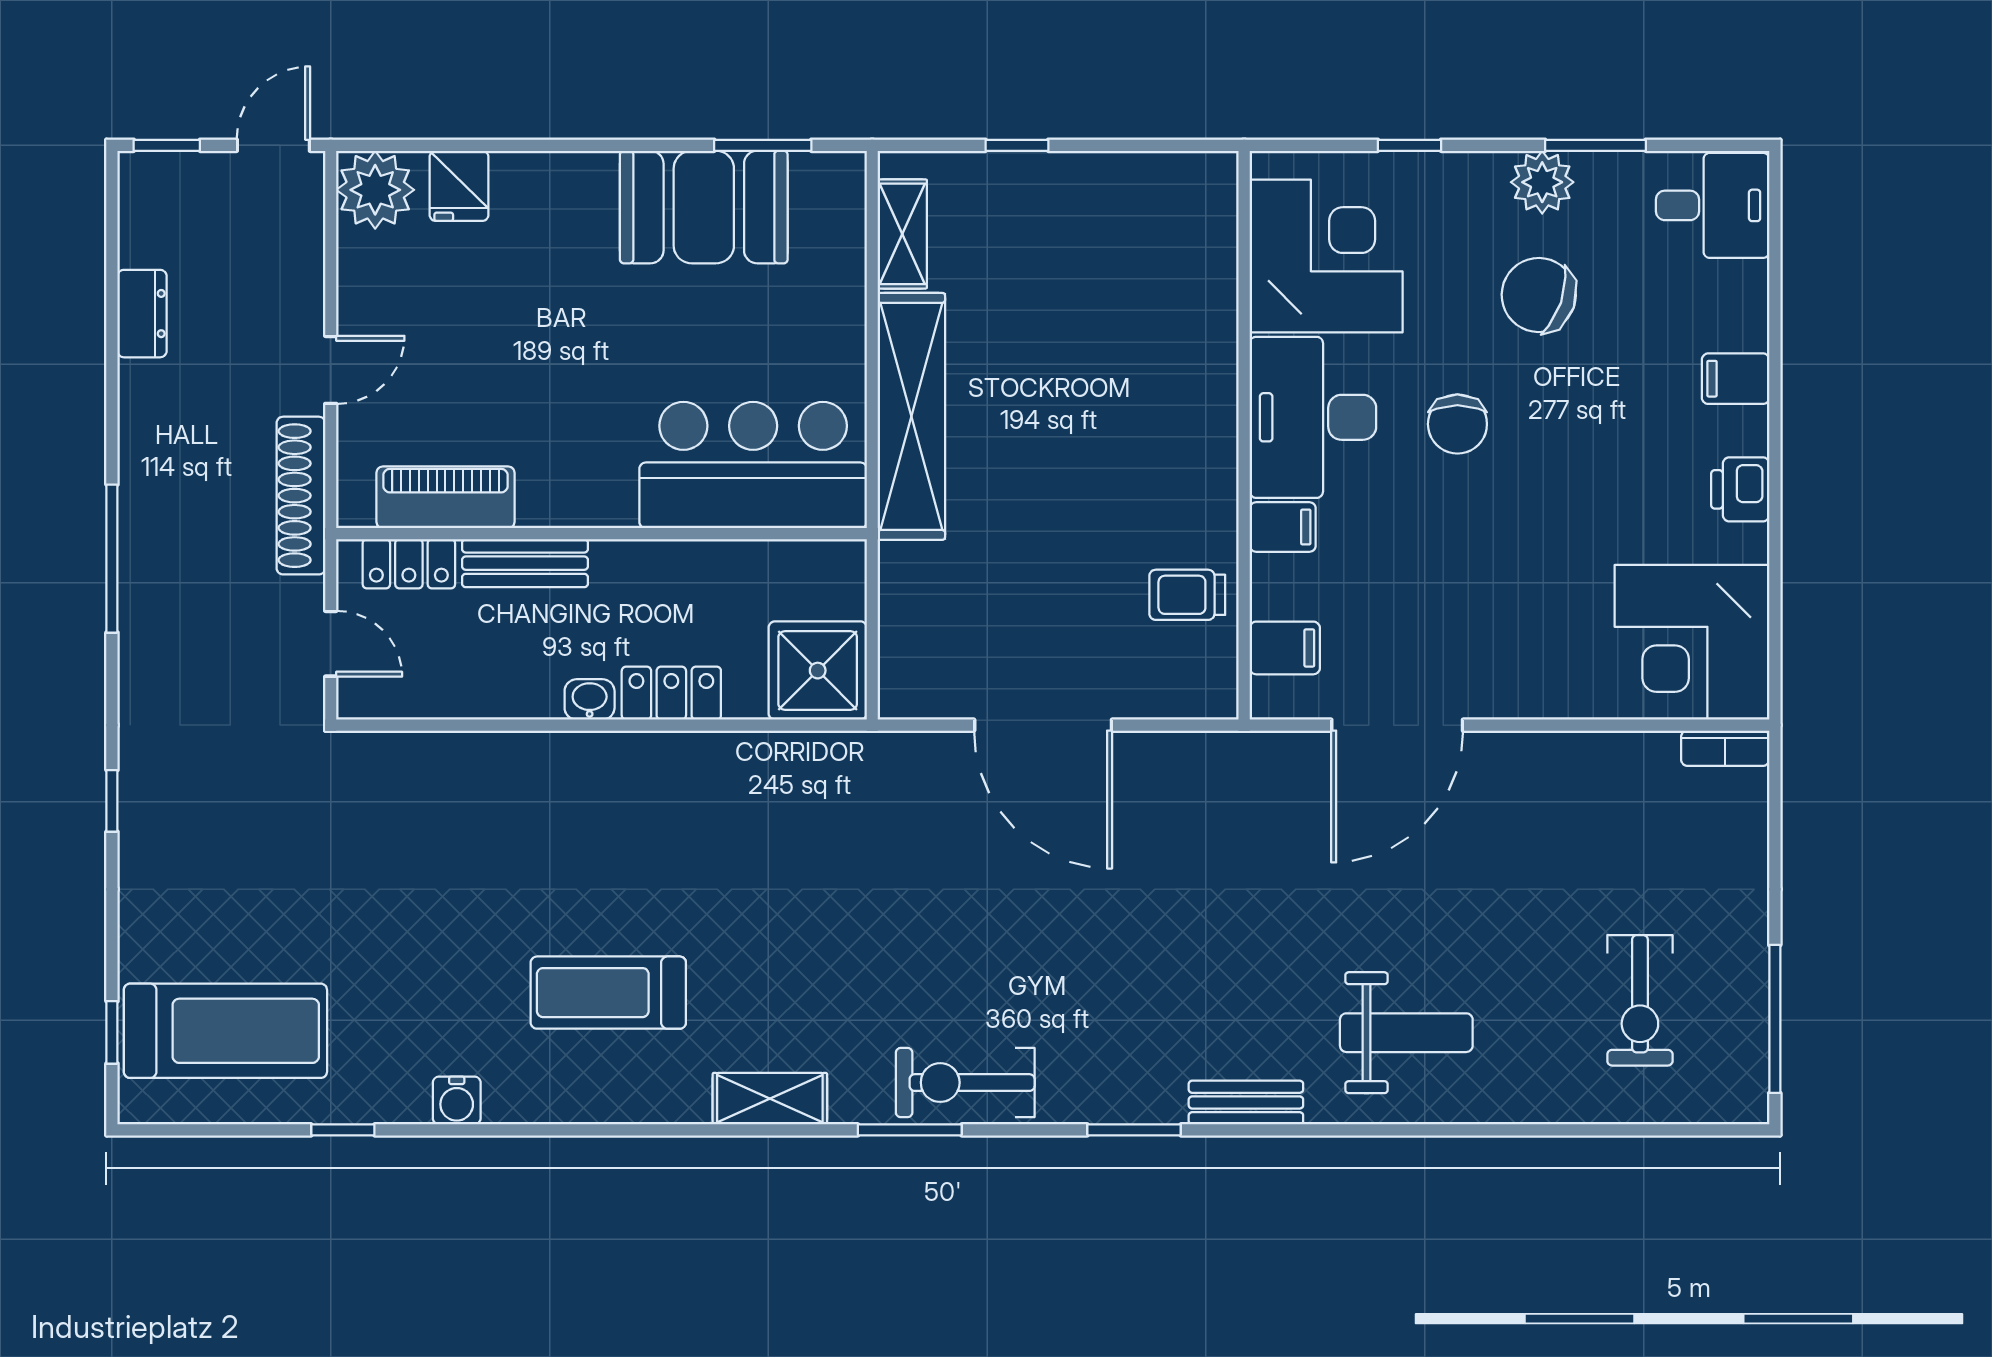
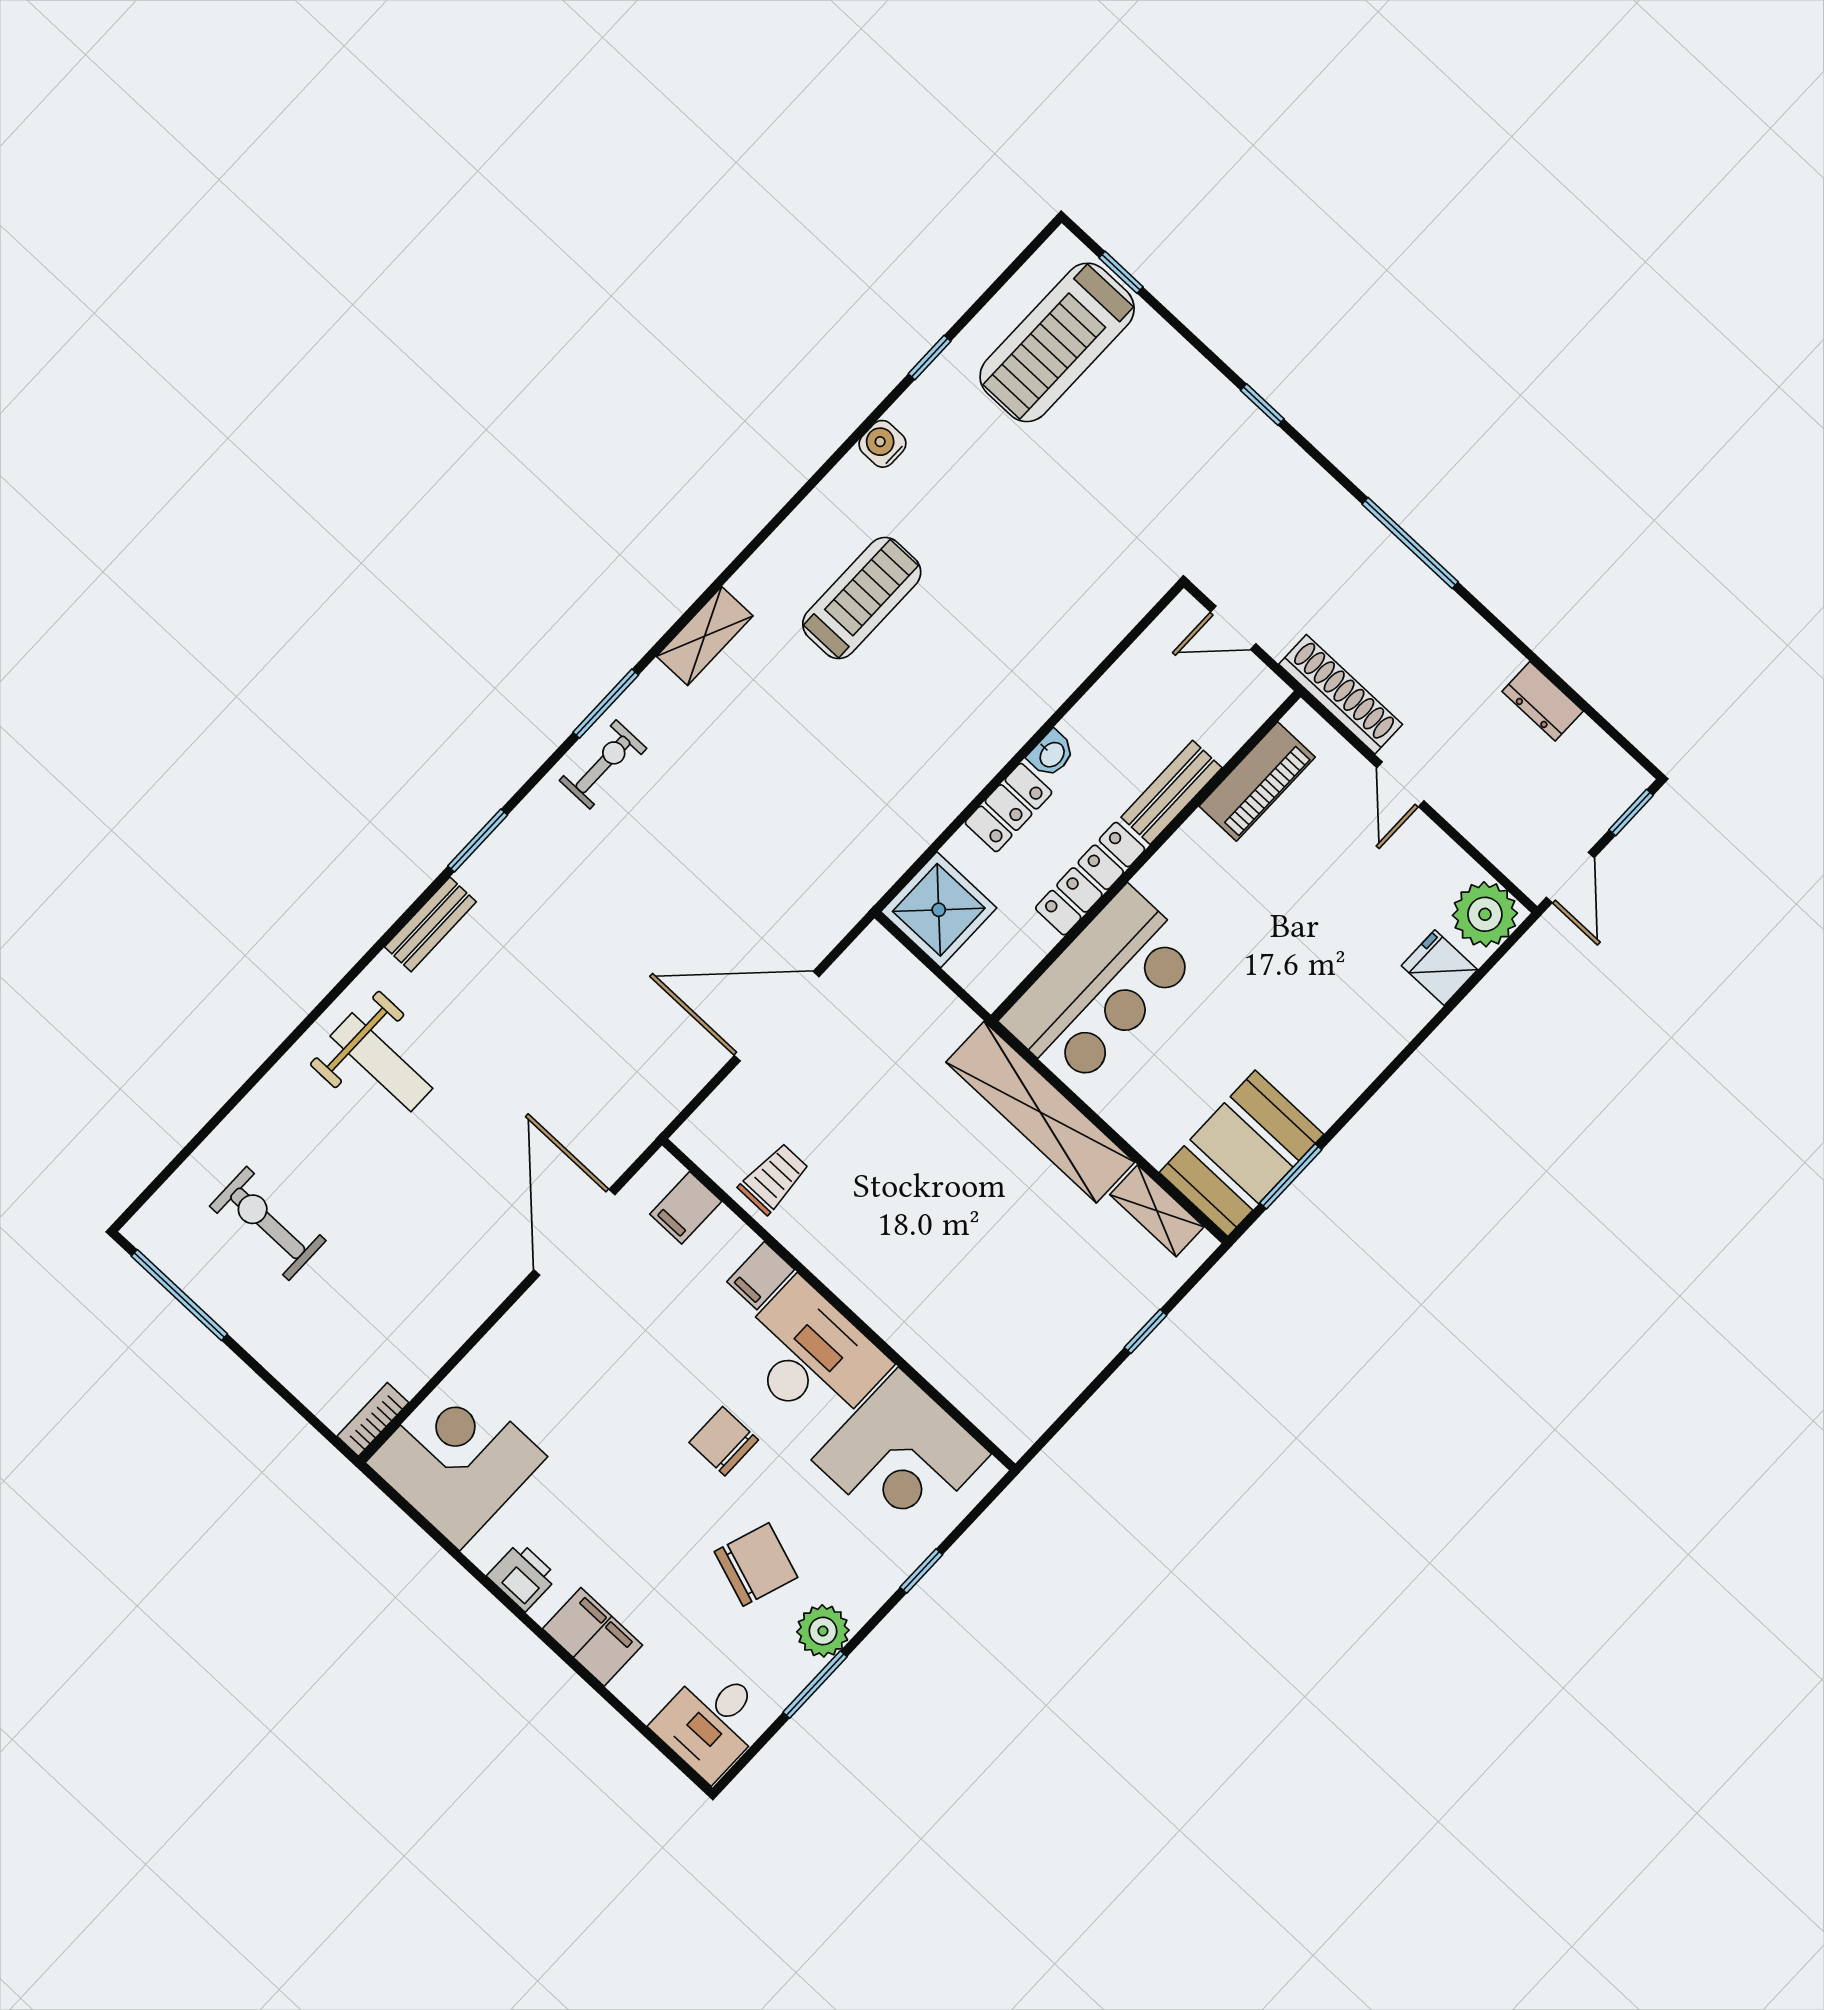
booth: (704, 207) -> (1242, 1153), moved
filing cabinet: (1736, 379) -> (593, 1637), width x2.00
locker: (409, 564) -> (1090, 879), moved, width x1.53
weight bench: (1406, 1033) -> (381, 1062), turned -90
exercise bike: (965, 1083) -> (603, 764), width x0.73, depth x0.72

